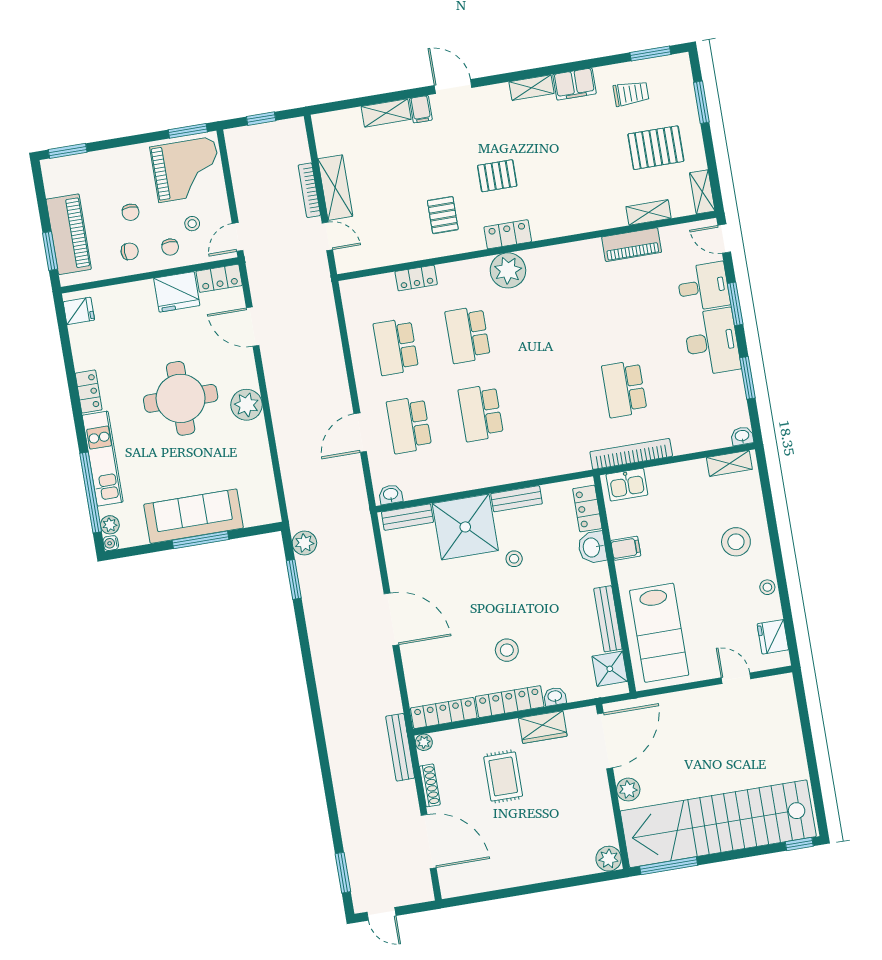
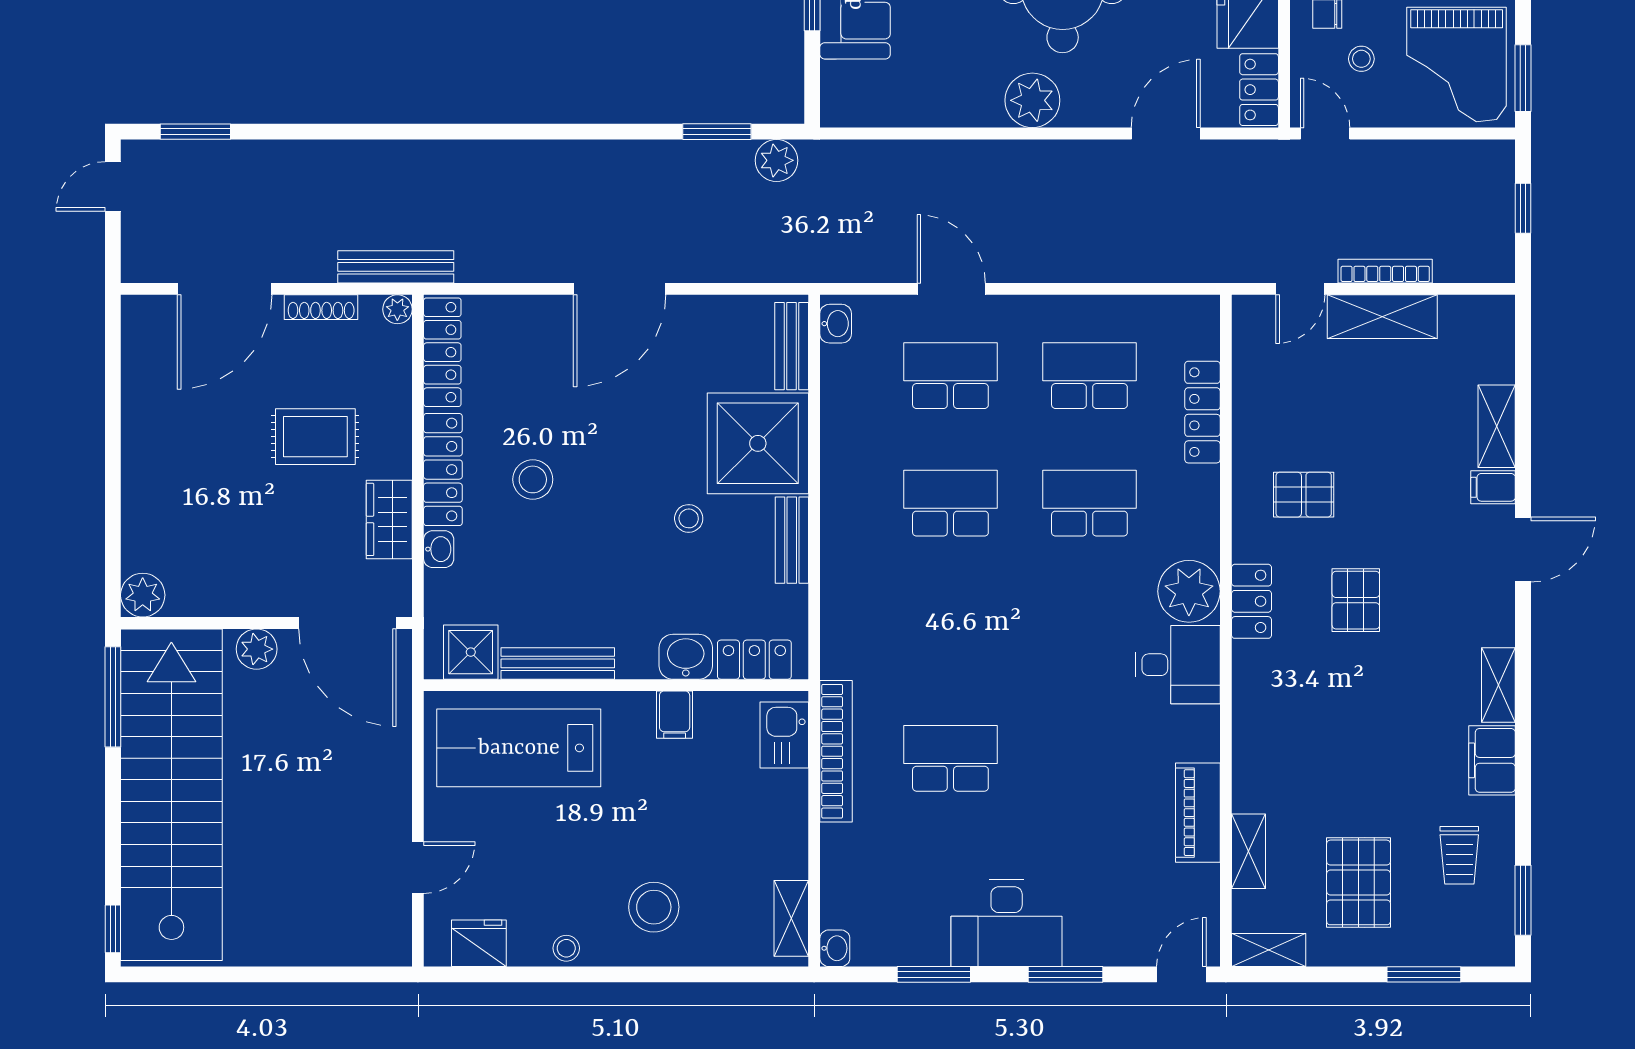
locker: (416, 278) -> (1202, 412), width x1.53
desk: (703, 287) -> (1178, 665), moved, turned -90

